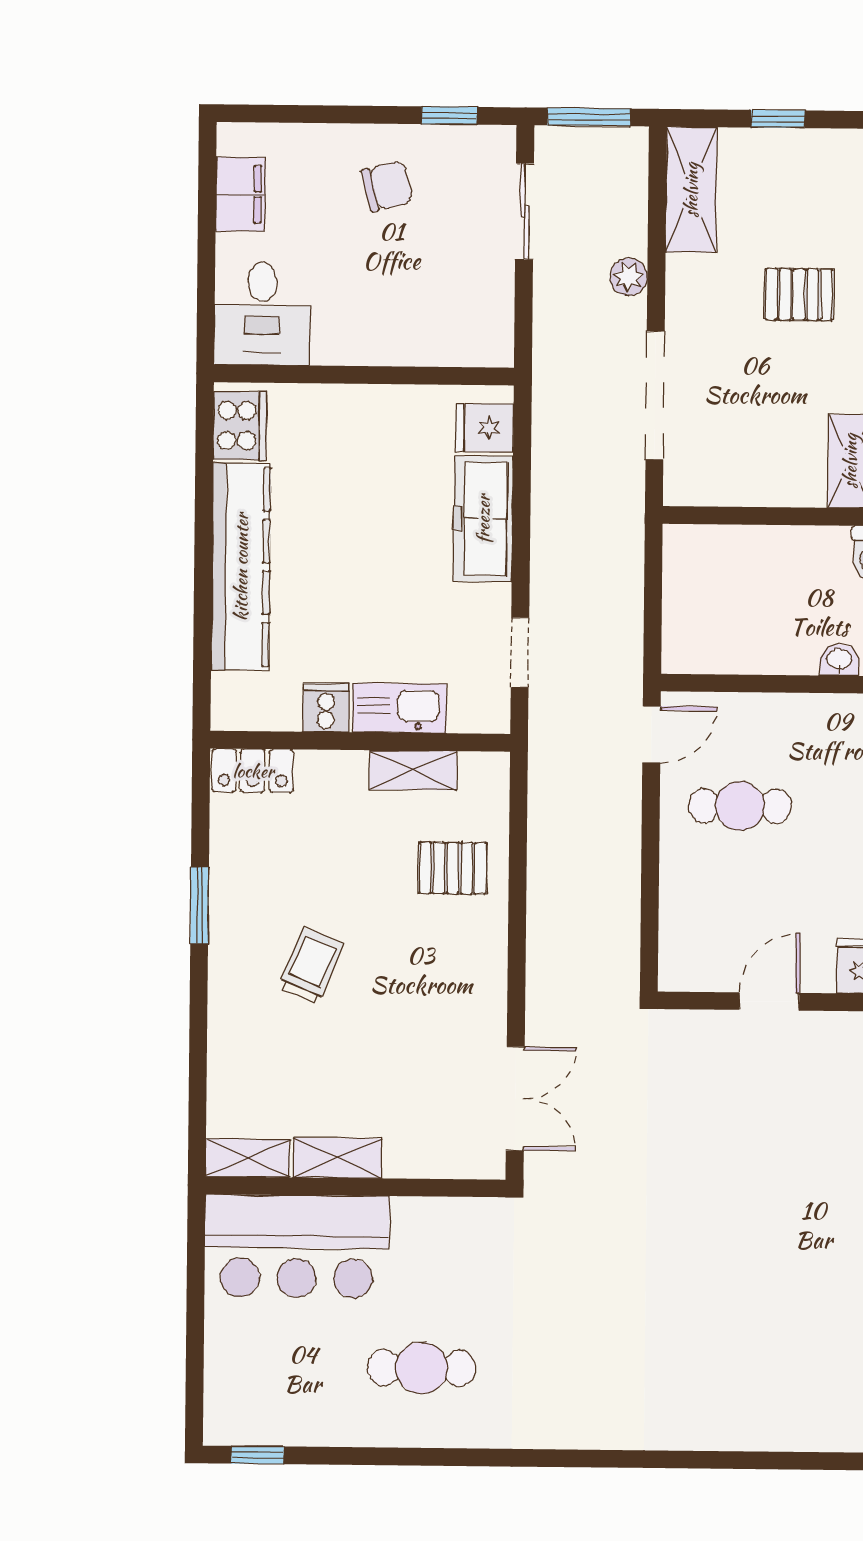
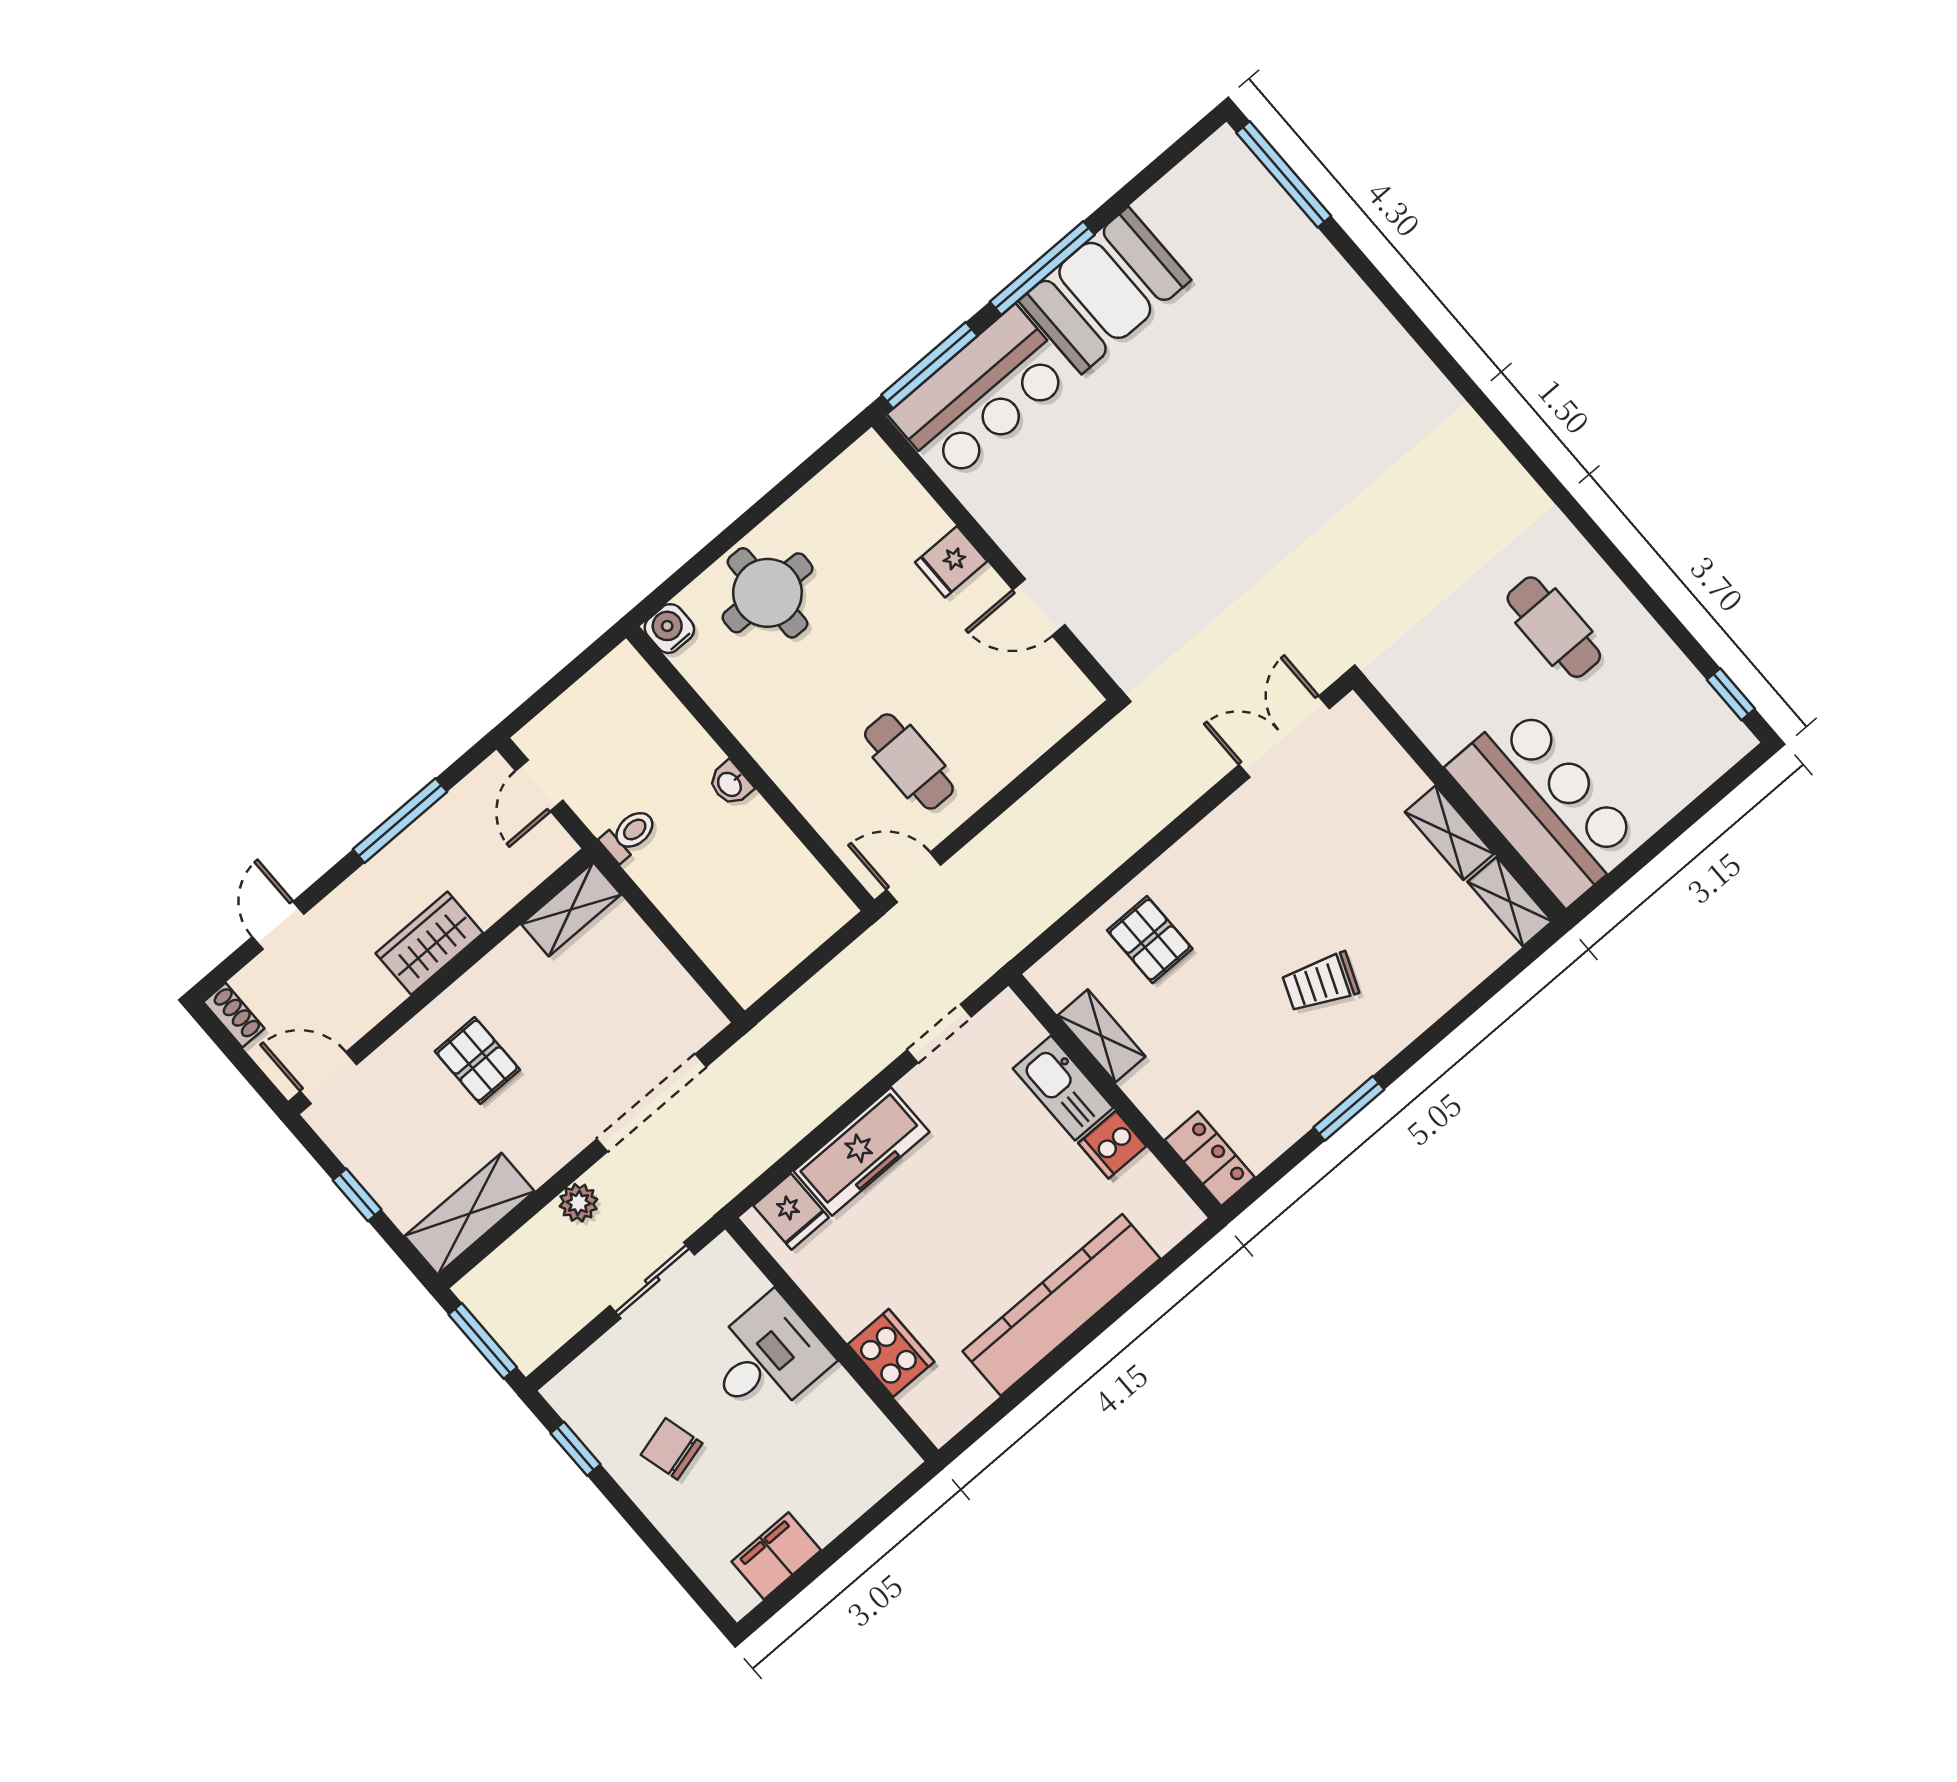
sliding door: (525, 211) -> (652, 1280), moved
desk: (262, 314) -> (767, 1358), moved
cooker: (240, 426) -> (891, 1353), moved, turned 90

